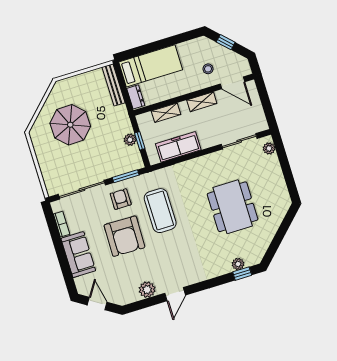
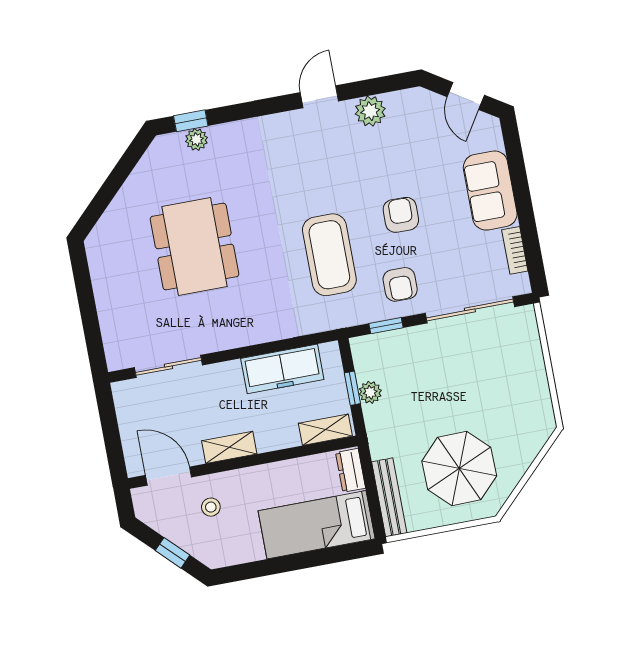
shelving: (166, 113) -> (325, 430), moved
parasol: (70, 125) -> (459, 468), moved
plant: (269, 148) -> (115, 347), removed
window: (126, 176) -> (386, 326), width x0.67
armchair: (124, 236) -> (401, 215), width x0.53, depth x0.53

